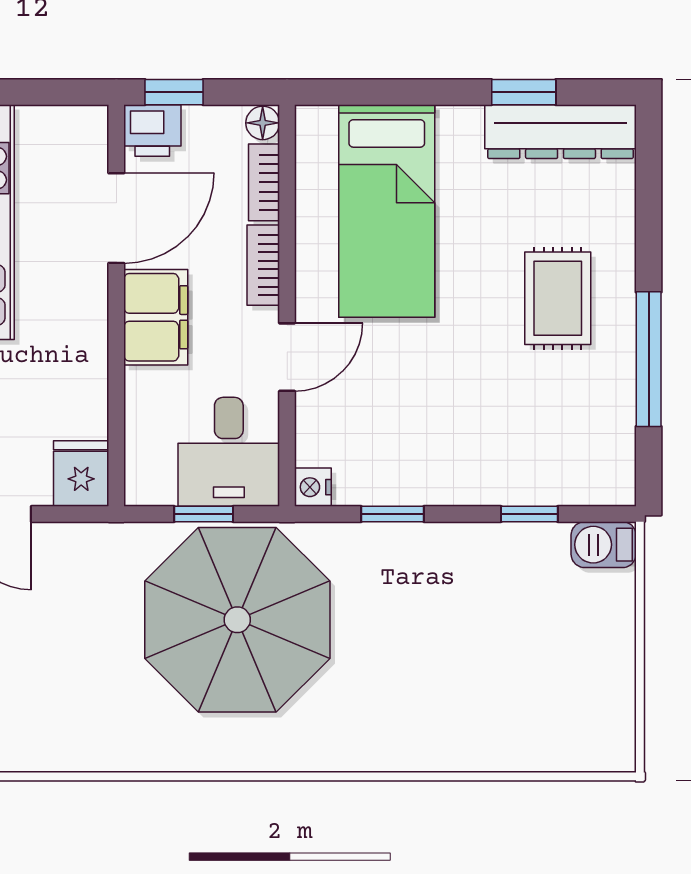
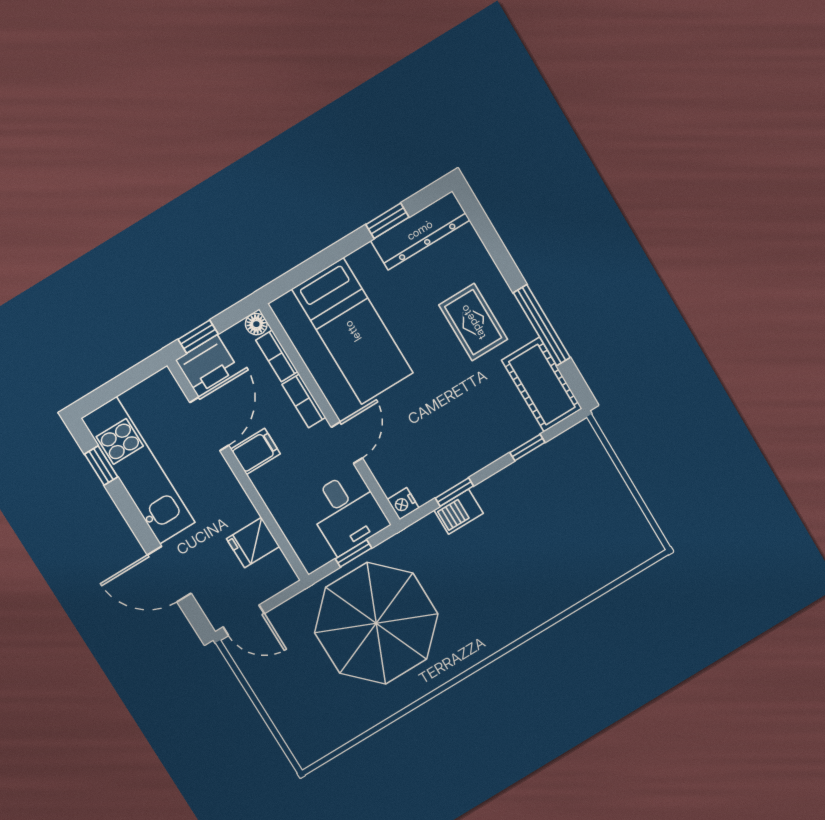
printer: (152, 131) -> (207, 365), width x1.36, depth x1.24
filing cabinet: (156, 317) -> (255, 451), width x0.50
cot: (601, 440) -> (542, 385), added
fridge: (81, 474) -> (253, 543), moved, turned -90
barbecue: (604, 545) -> (459, 512), moved
parasol: (237, 620) -> (376, 623), moved

